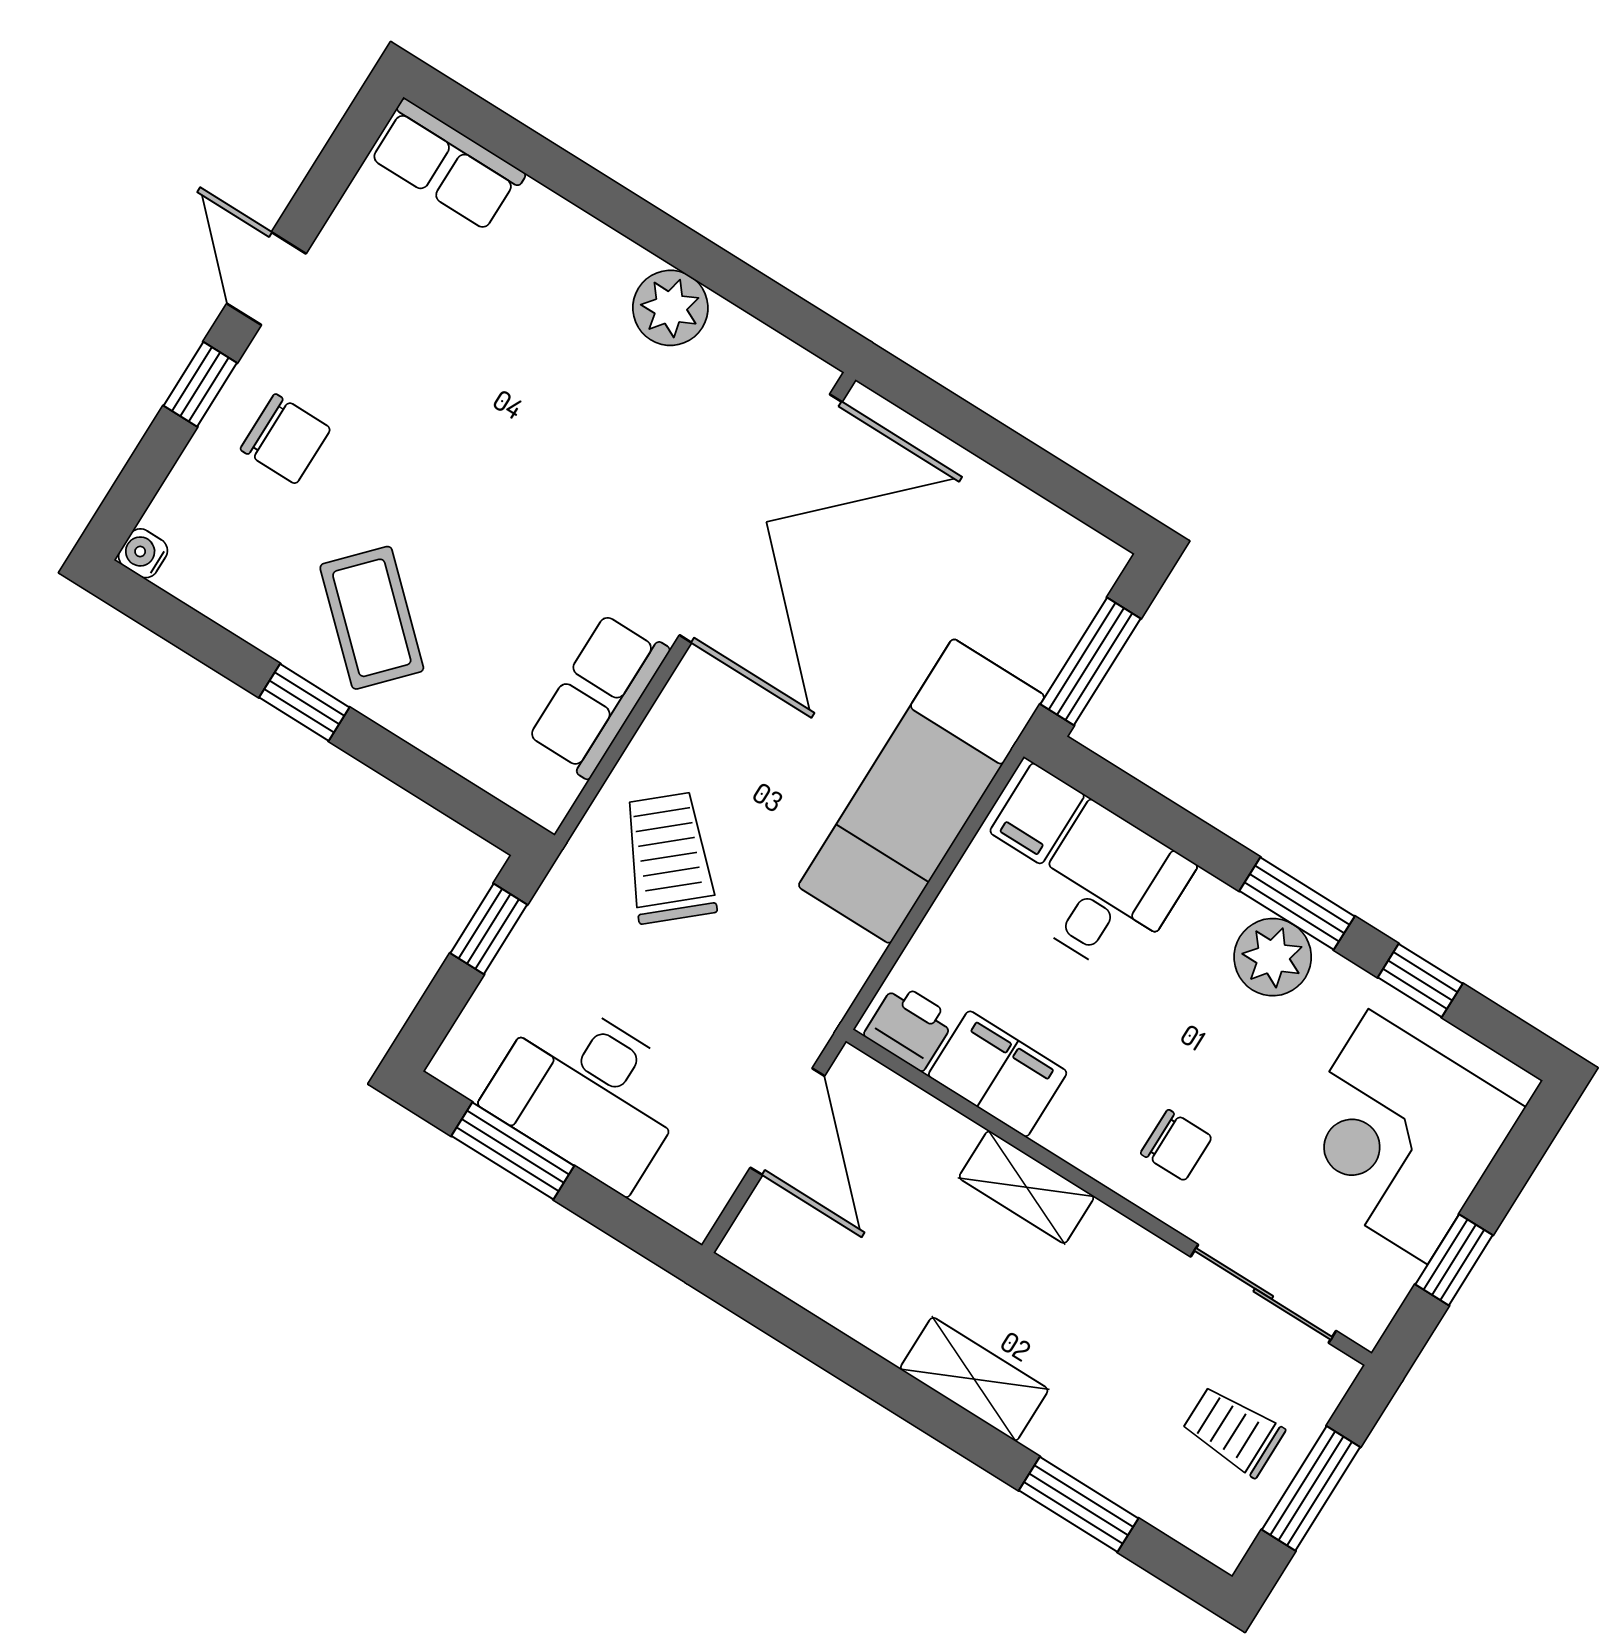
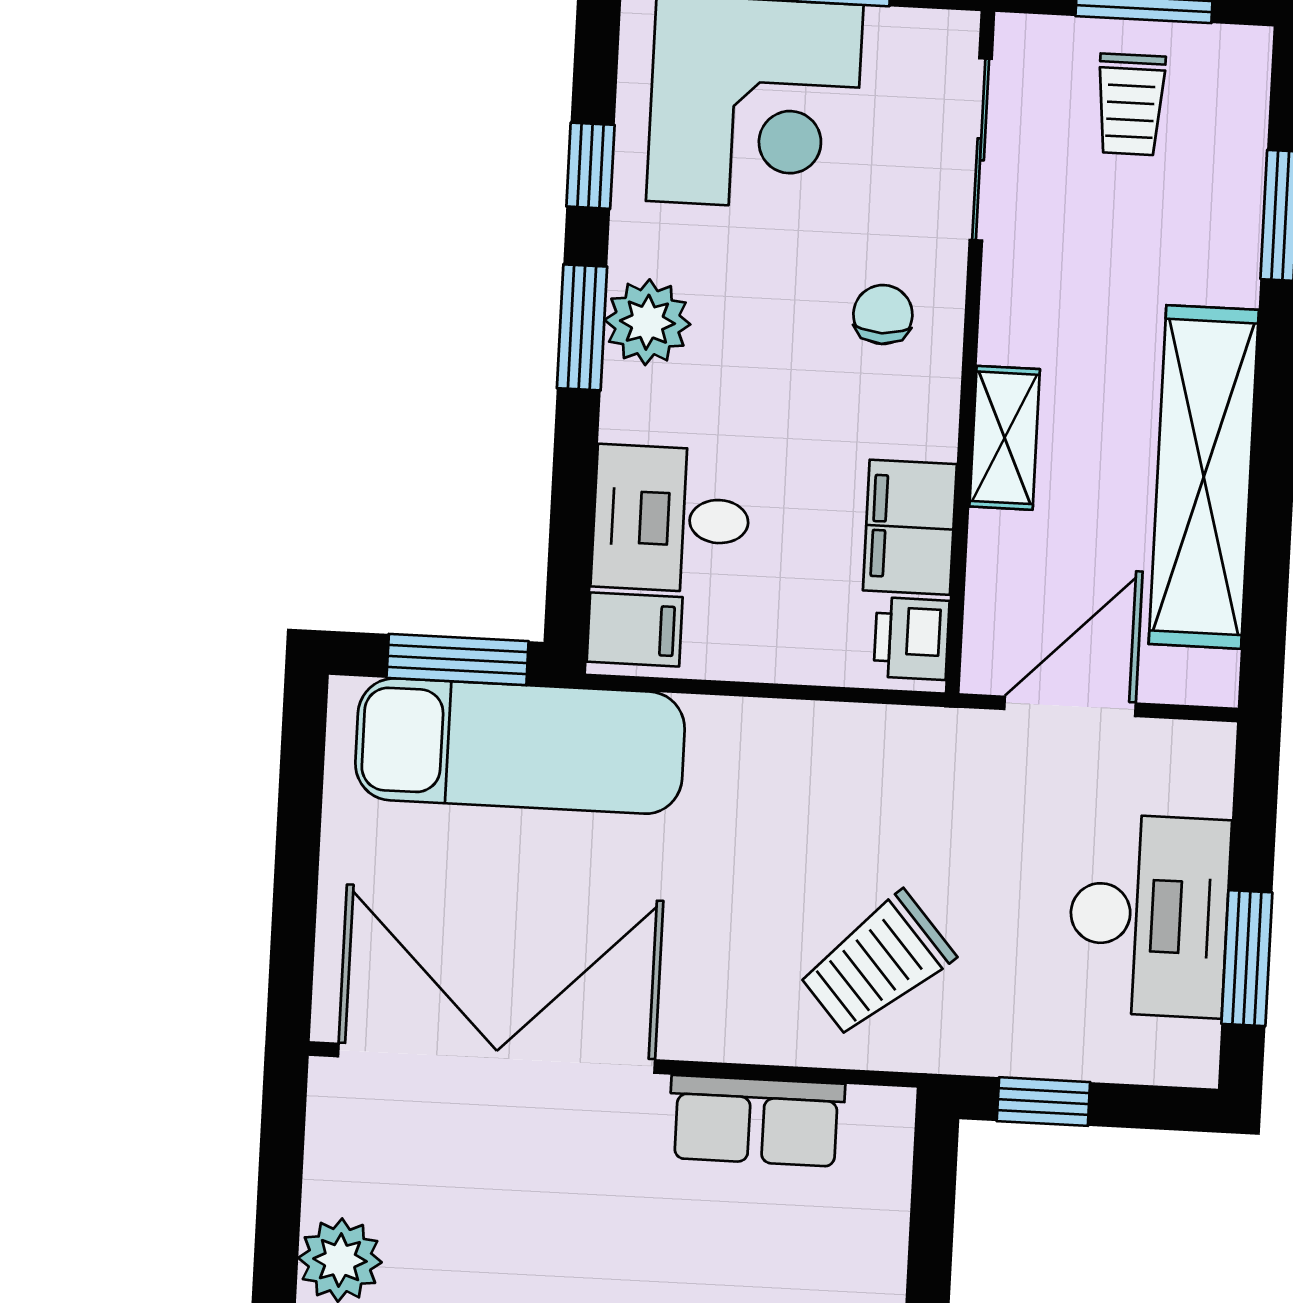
exam couch: (921, 791) -> (520, 746), moved
shelving: (974, 1379) -> (1204, 477), width x2.20, depth x1.33

